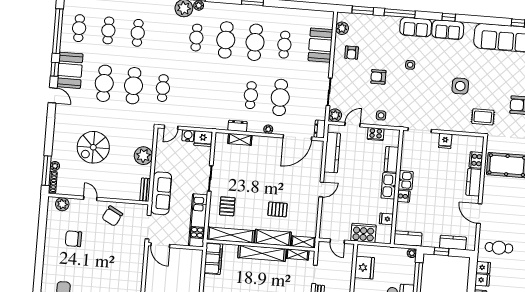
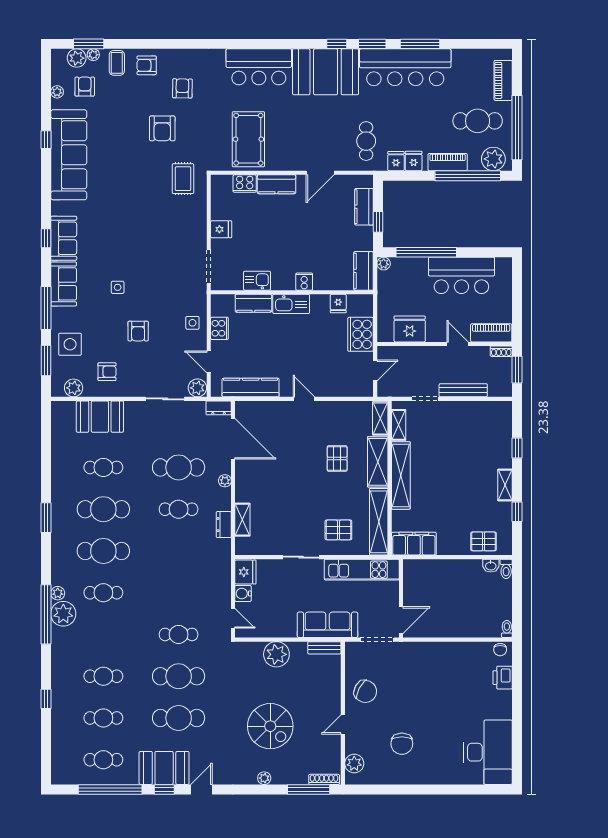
side table: (460, 86) -> (70, 344), moved
plant: (55, 166) -> (264, 778), moved
kitchen sink: (406, 180) -> (257, 281), moved

